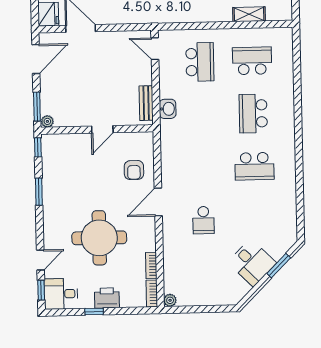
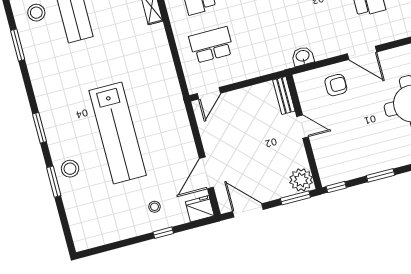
bench: (146, 103) -> (284, 96), moved, turned 90
washbasin: (168, 109) -> (303, 56), moved
plant: (47, 121) -> (301, 180), width x1.88, depth x1.88

